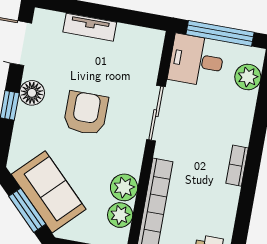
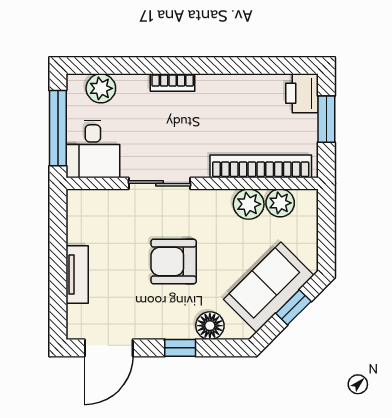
floor lamp: (32, 93) -> (210, 326), moved
bookcase: (237, 166) -> (173, 83), moved
window: (27, 210) -> (293, 307), width x0.67

